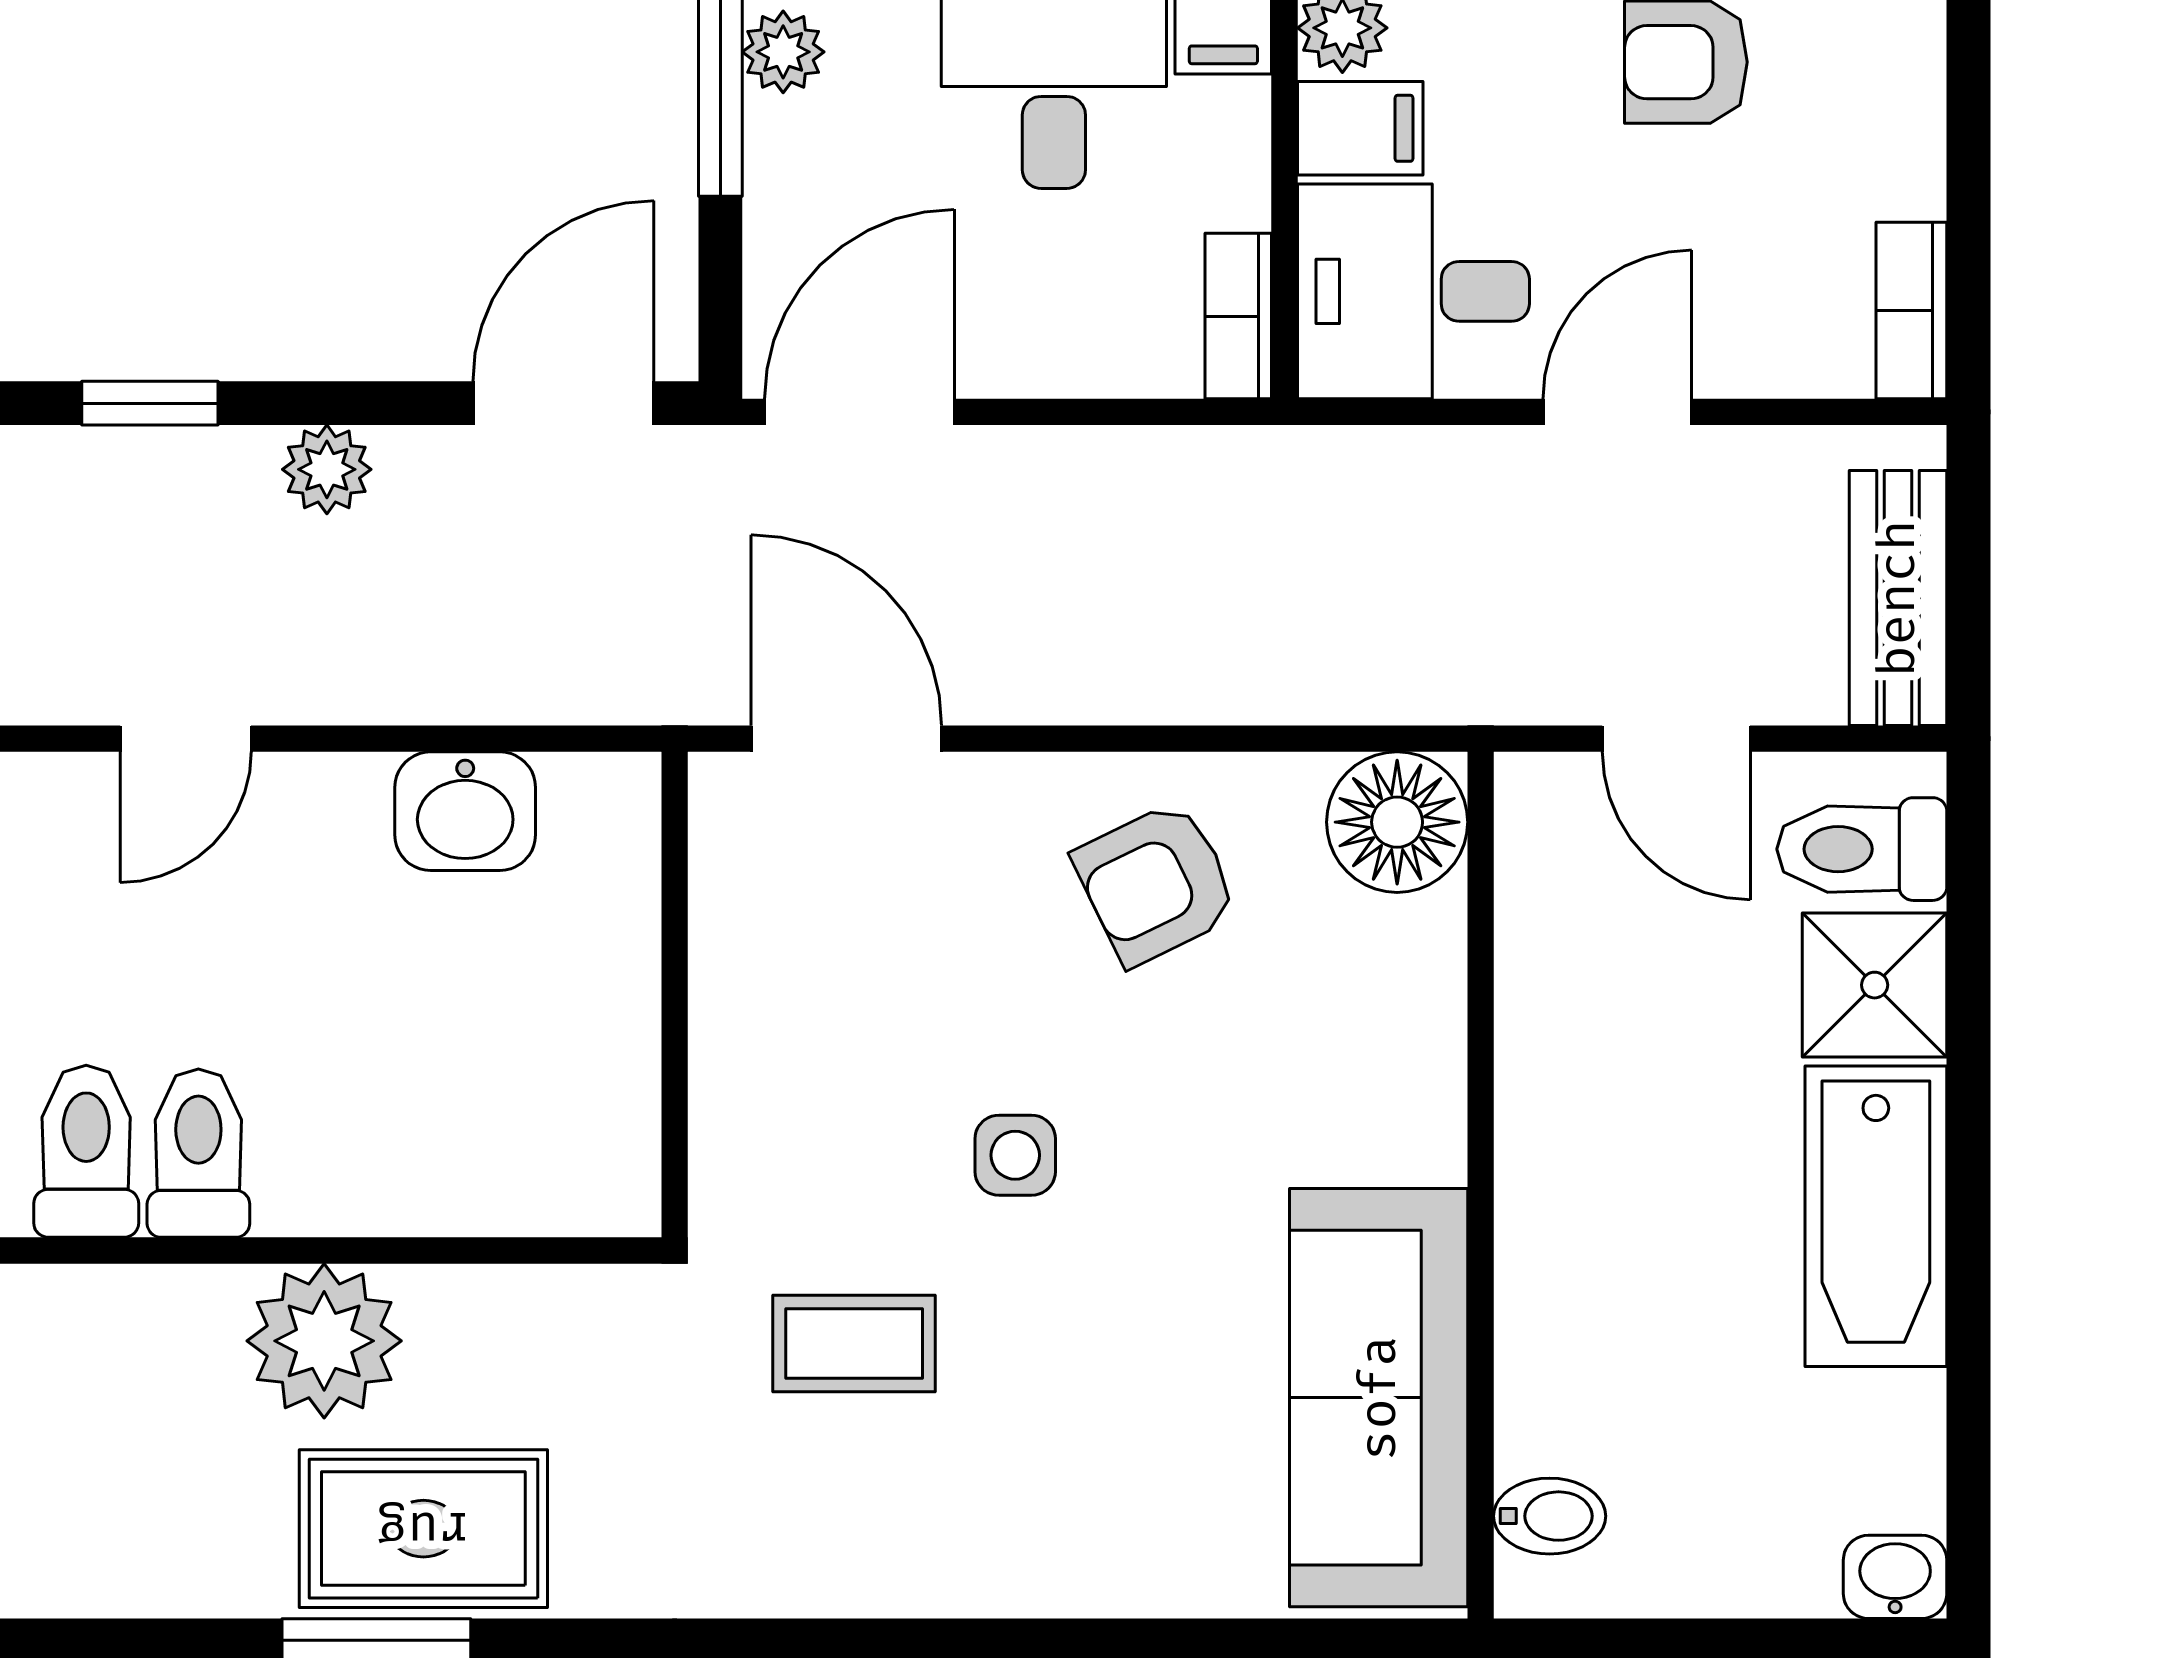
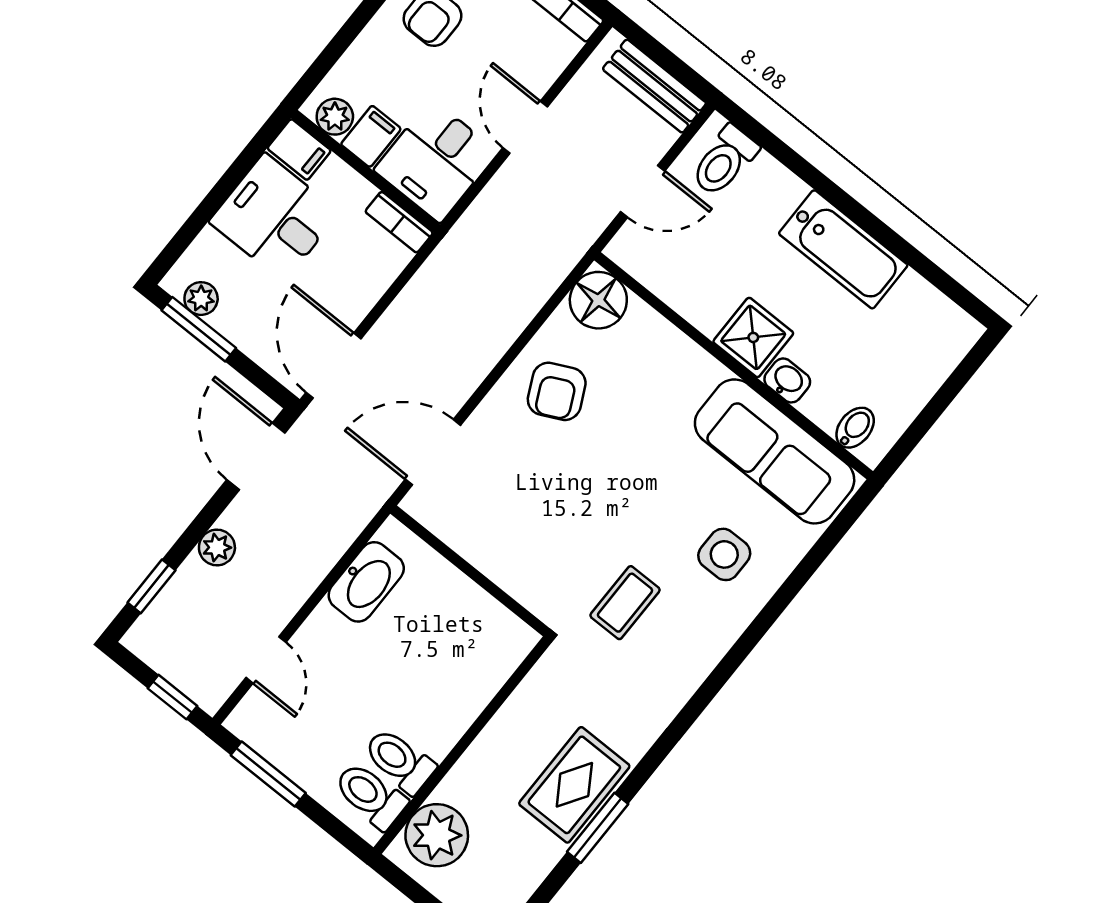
washbasin: (465, 811) -> (366, 582), width x1.38
shower: (1875, 985) -> (753, 337), moved
side table: (1015, 1155) -> (724, 554), moved, width x1.37, depth x1.37
plant: (324, 1341) -> (437, 835), moved
washbasin: (1895, 1577) -> (787, 380), moved, turned 90

